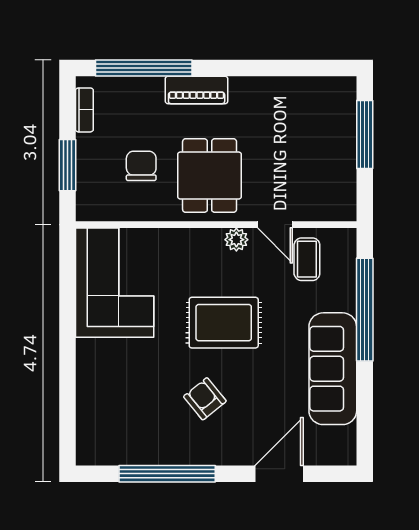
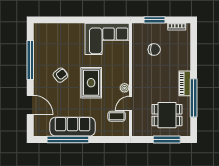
window: (144, 68) -> (194, 98), moved
piano: (197, 90) -> (185, 83), moved
dining table: (210, 176) -> (167, 115), moved
window: (365, 310) -> (68, 139), moved

